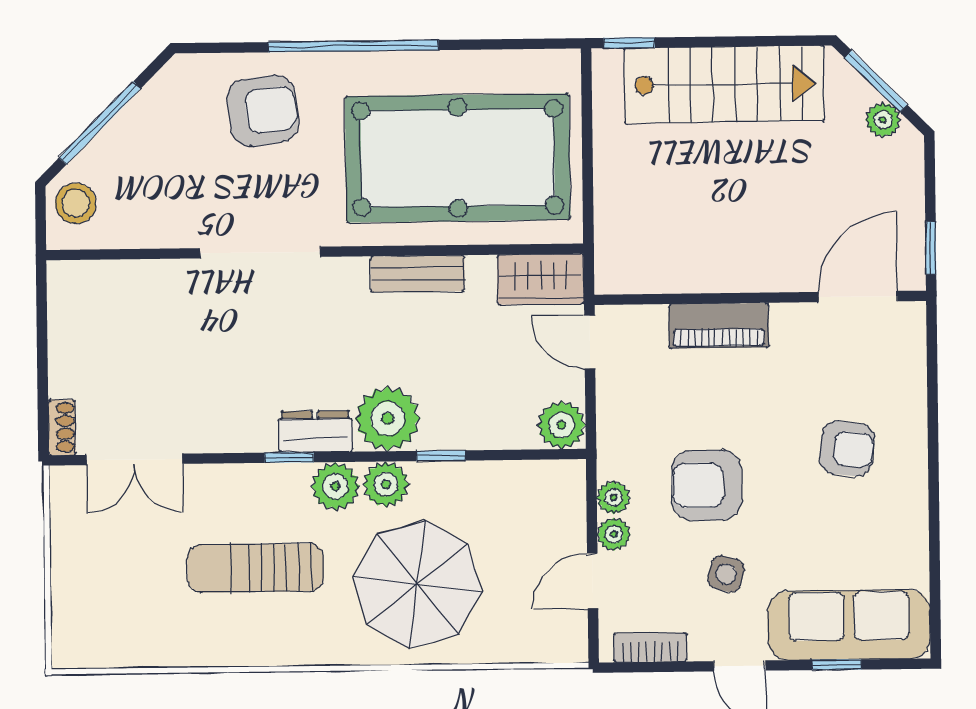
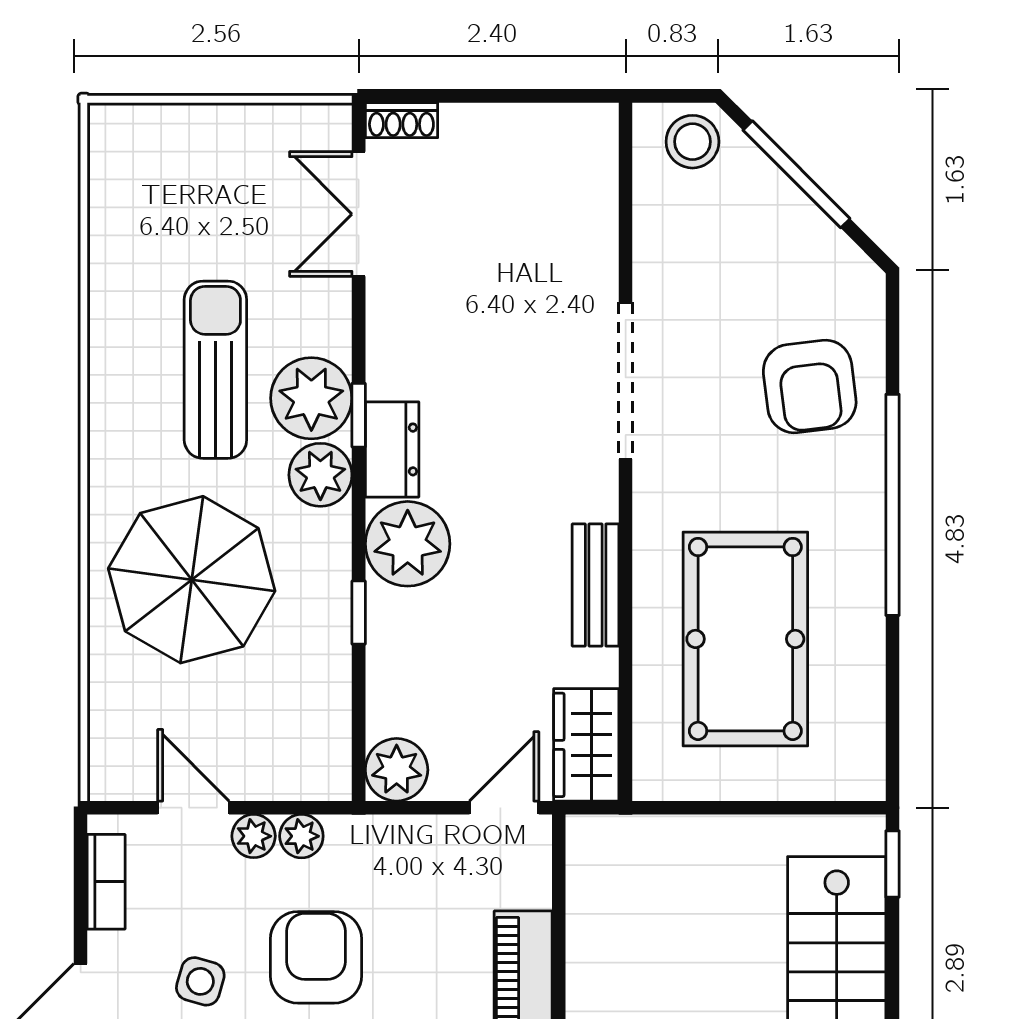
pool table: (458, 158) -> (745, 639), width x0.73, depth x0.76
plant: (386, 484) -> (311, 398), moved, width x1.36, depth x1.36

